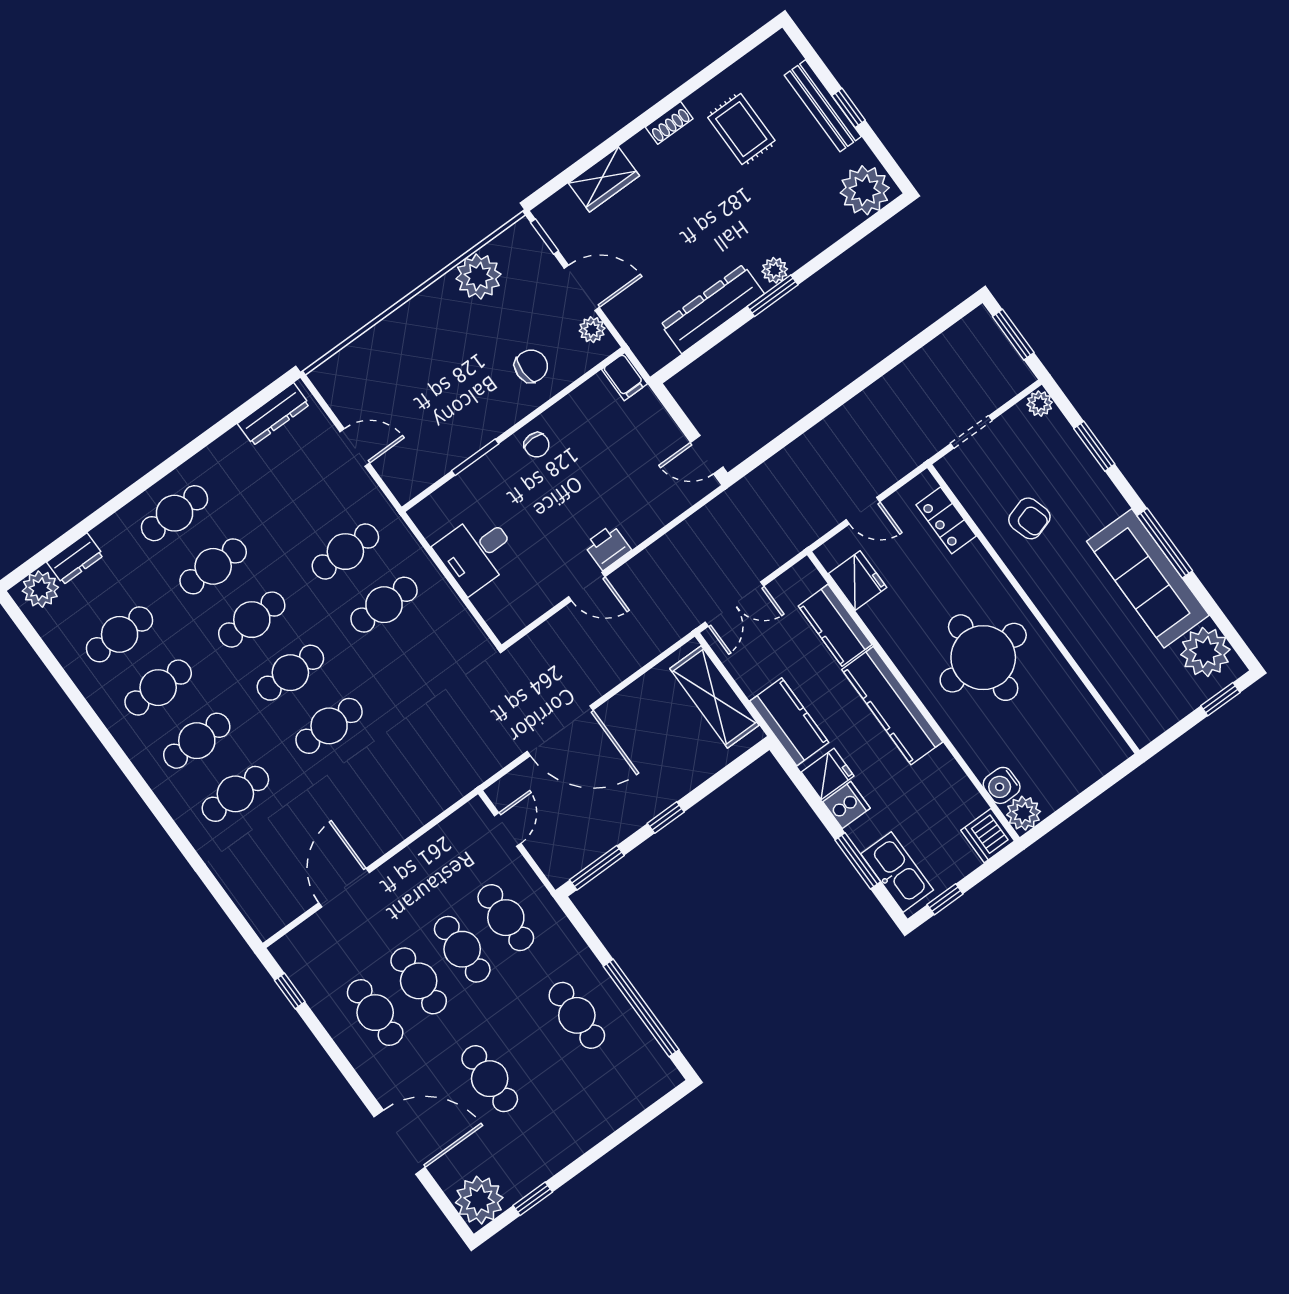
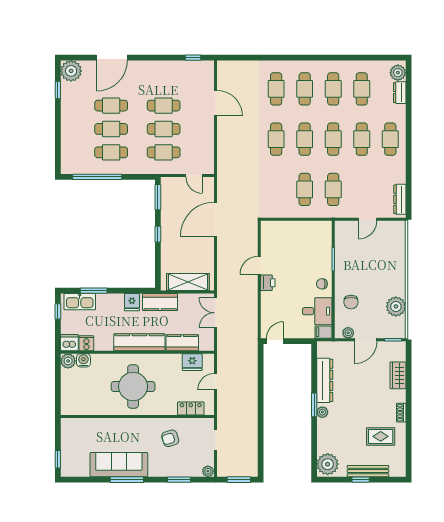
desk: (477, 552) -> (317, 311), moved, turned 90
plant: (1205, 652) -> (78, 466), removed
cooker: (846, 805) -> (86, 343), moved, turned 180
cafe table: (375, 1013) -> (111, 129), moved

